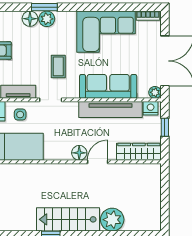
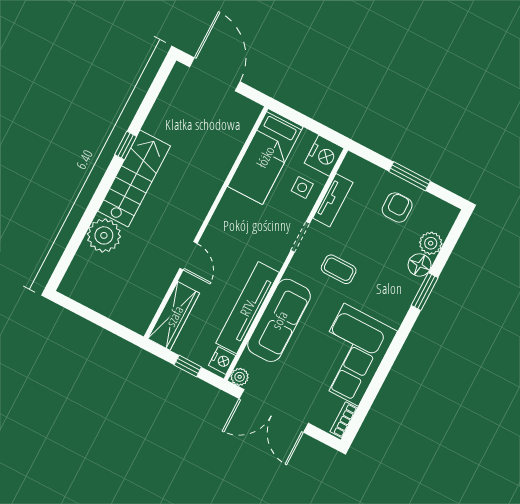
plant: (47, 19) -> (431, 243), moved
floor lamp: (79, 153) -> (213, 238), removed

